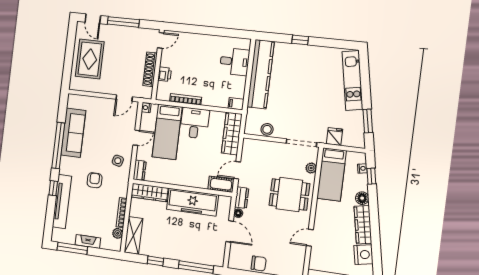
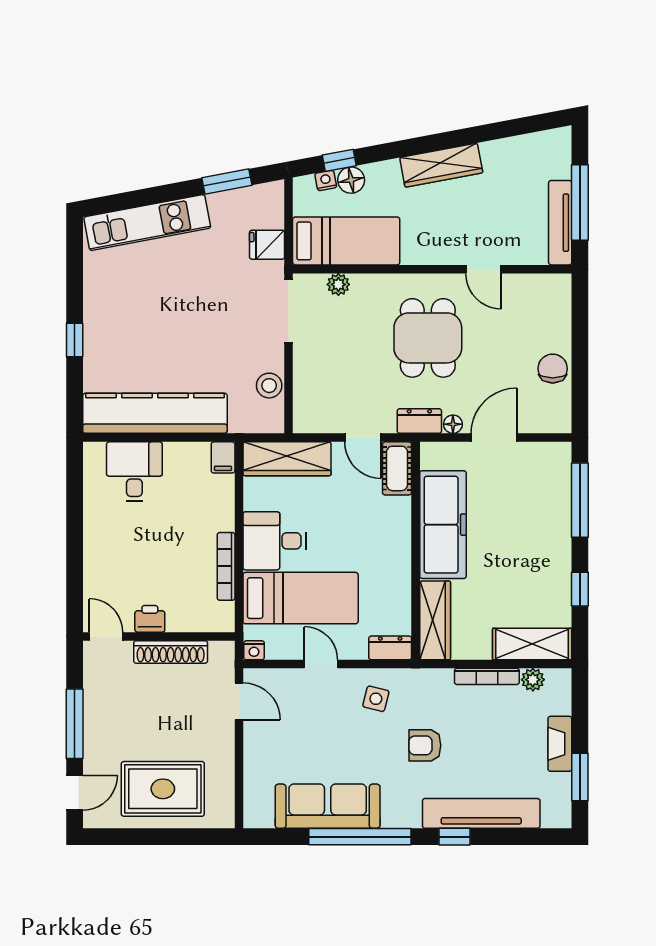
printer: (165, 74) -> (150, 619), moved
dining table: (289, 195) -> (428, 338), moved
floor lamp: (362, 198) -> (351, 180), moved
window: (72, 248) -> (580, 777), width x0.69
nightstand: (363, 255) -> (502, 156), removed

